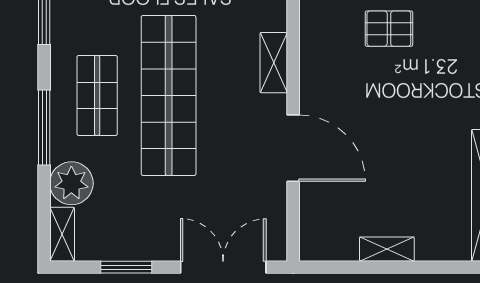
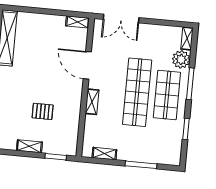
shop shelf: (97, 95) -> (167, 95), width x1.43, depth x1.36
shelving: (387, 249) -> (78, 22), moved
window: (126, 267) -> (162, 22), removed

